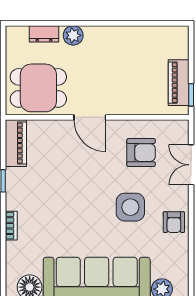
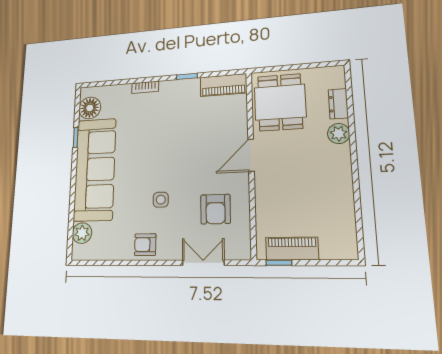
side table: (130, 207) -> (161, 200), width x0.54, depth x0.54

